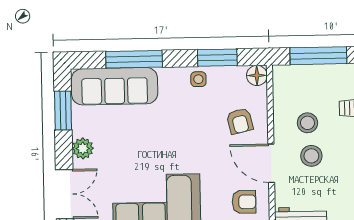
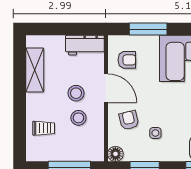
side table: (198, 79) -> (155, 133), moved
armchair: (244, 202) -> (127, 60), turned 180

